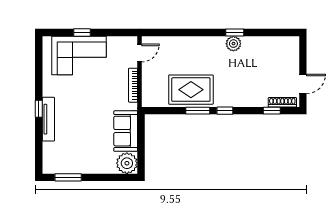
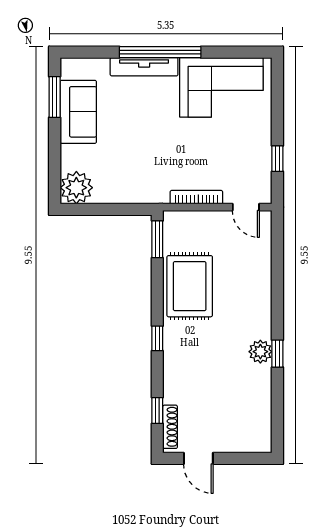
window: (82, 33) -> (277, 159), moved
corner sofa: (79, 55) -> (221, 87), moved, turned -90
window: (39, 109) -> (160, 52), width x3.17
window: (198, 111) -> (157, 239), moved
sofa: (126, 131) -> (78, 112), moved, turned 90

